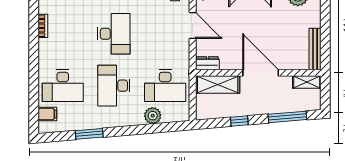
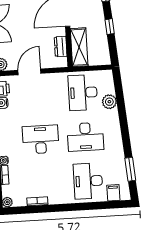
dresser: (207, 63) -> (61, 47), moved
desk: (63, 86) -> (88, 181), turned 180
desk: (165, 86) -> (83, 93), turned 180
window: (89, 134) -> (130, 169), moved

